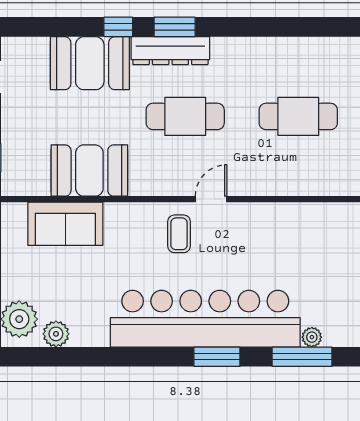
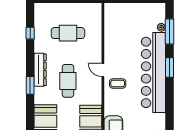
window: (118, 27) -> (30, 33), moved
dresser: (170, 51) -> (40, 70), moved
cafe table: (298, 116) -> (68, 33), turned 90

